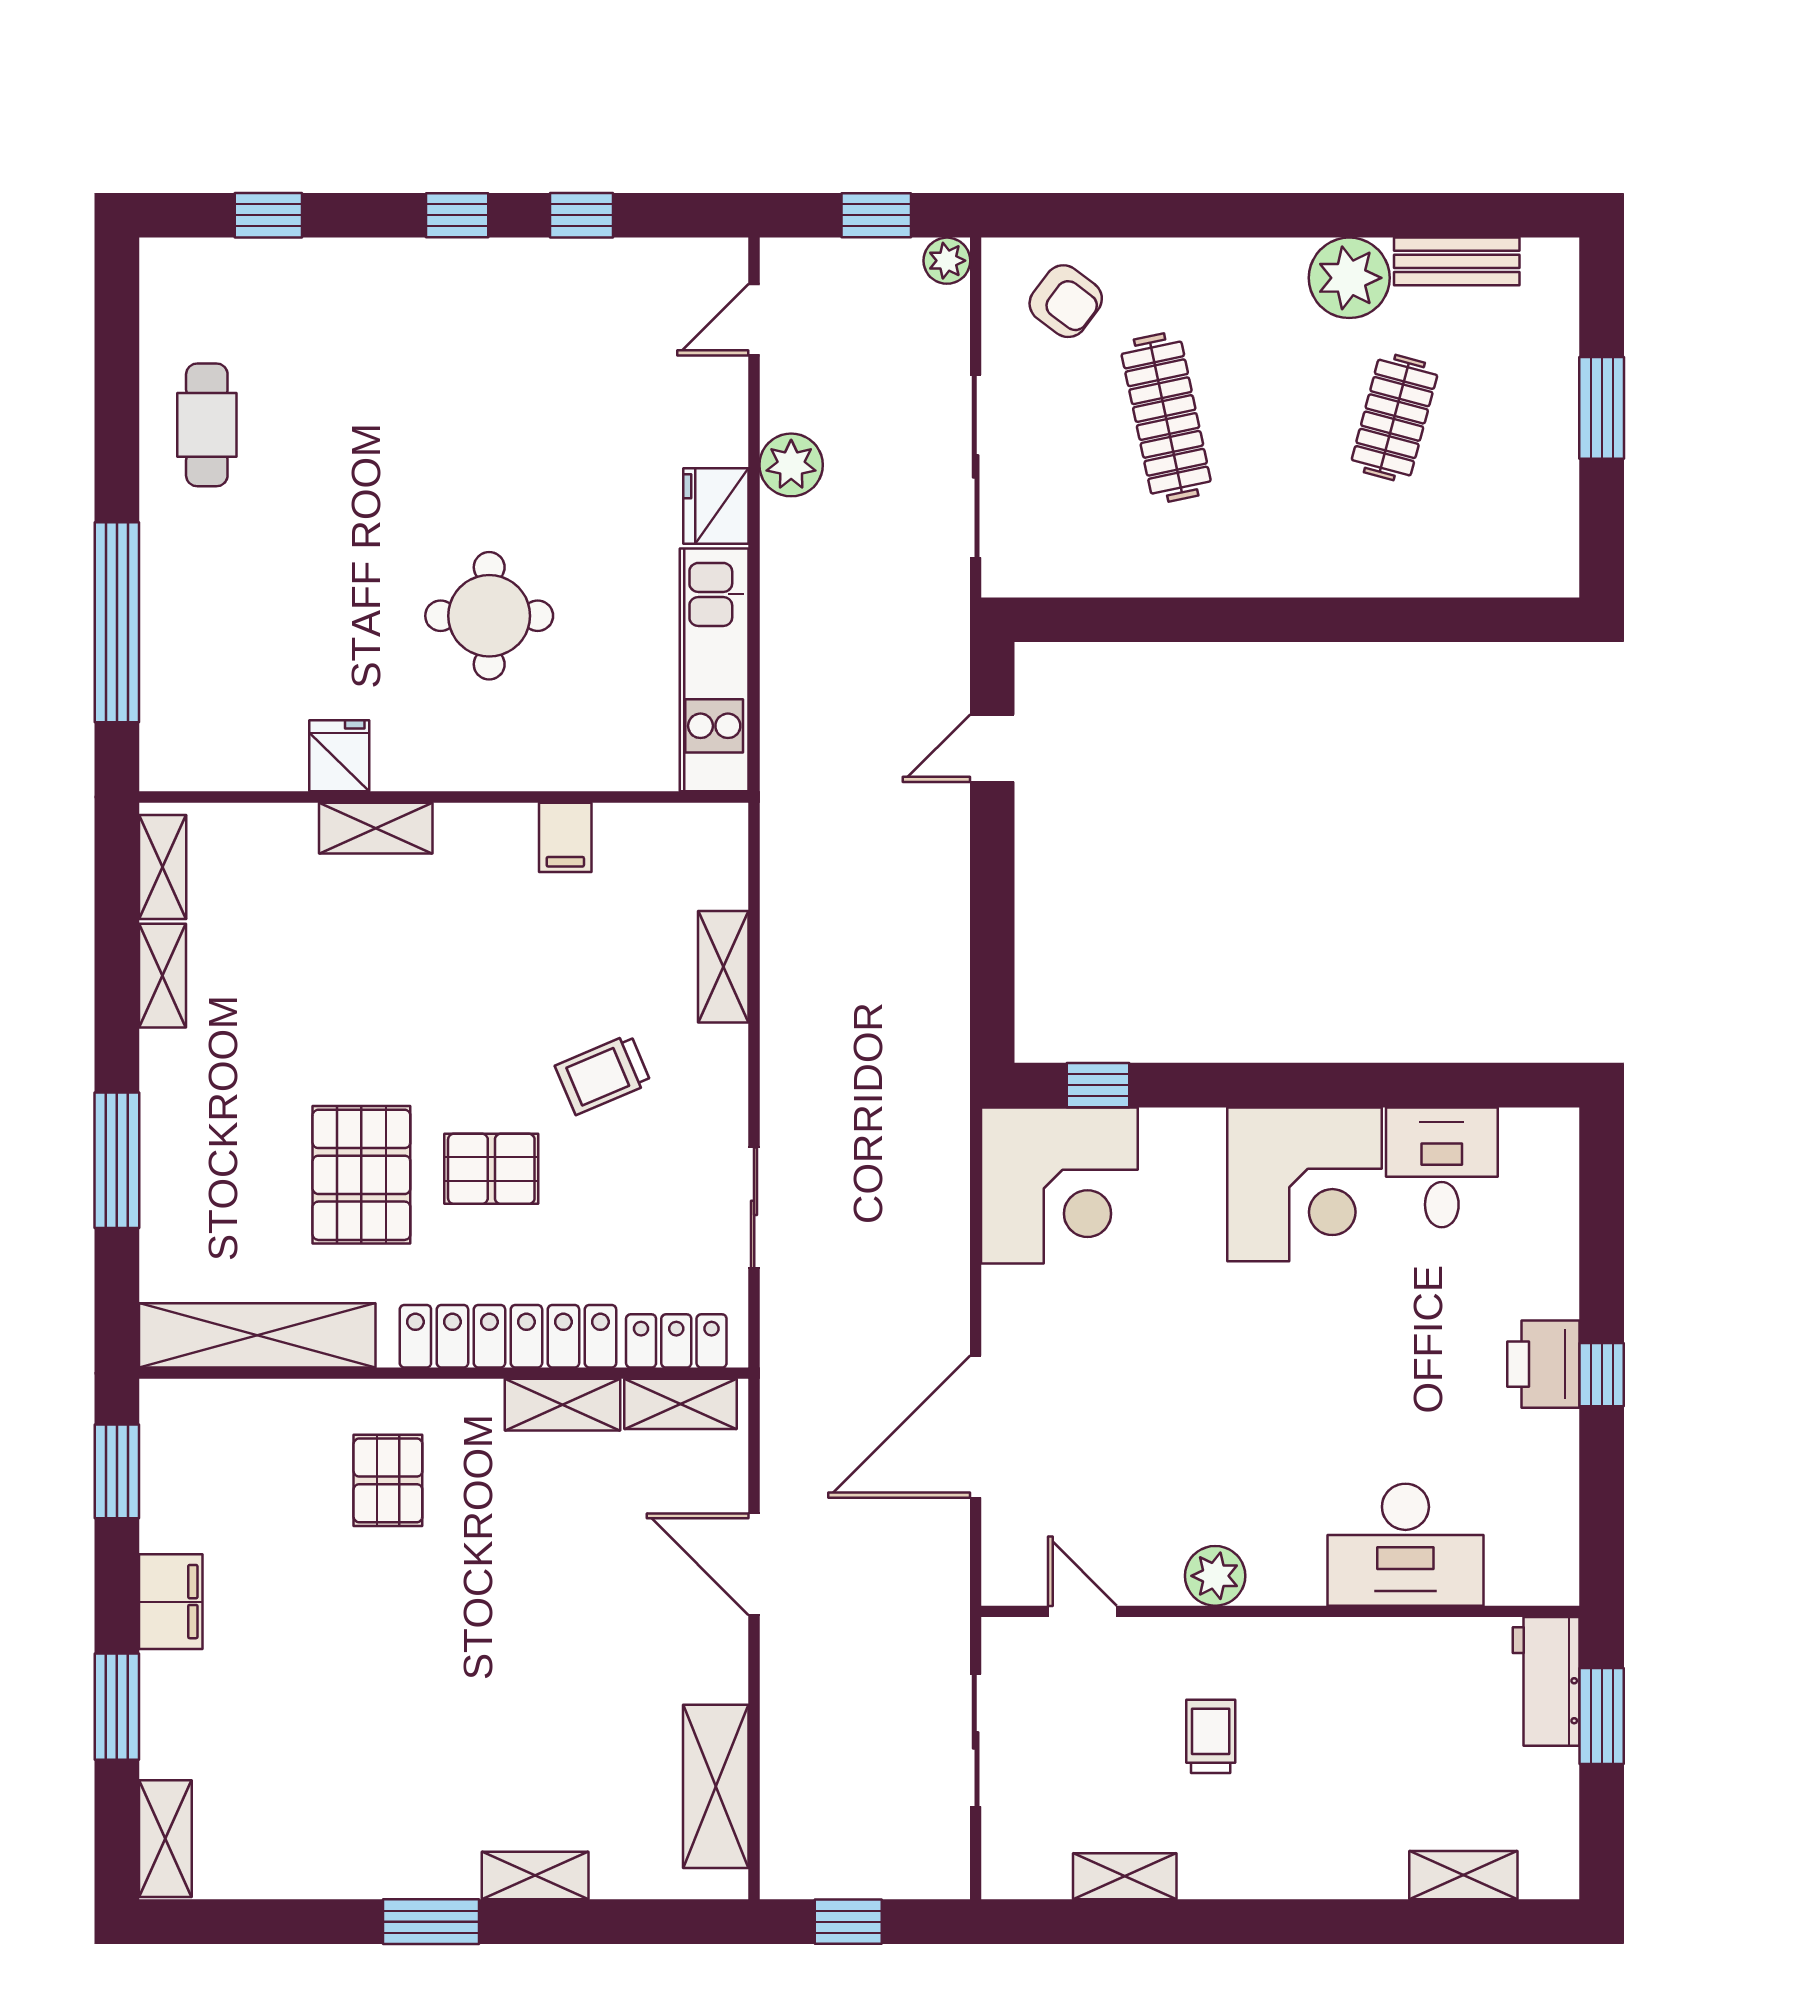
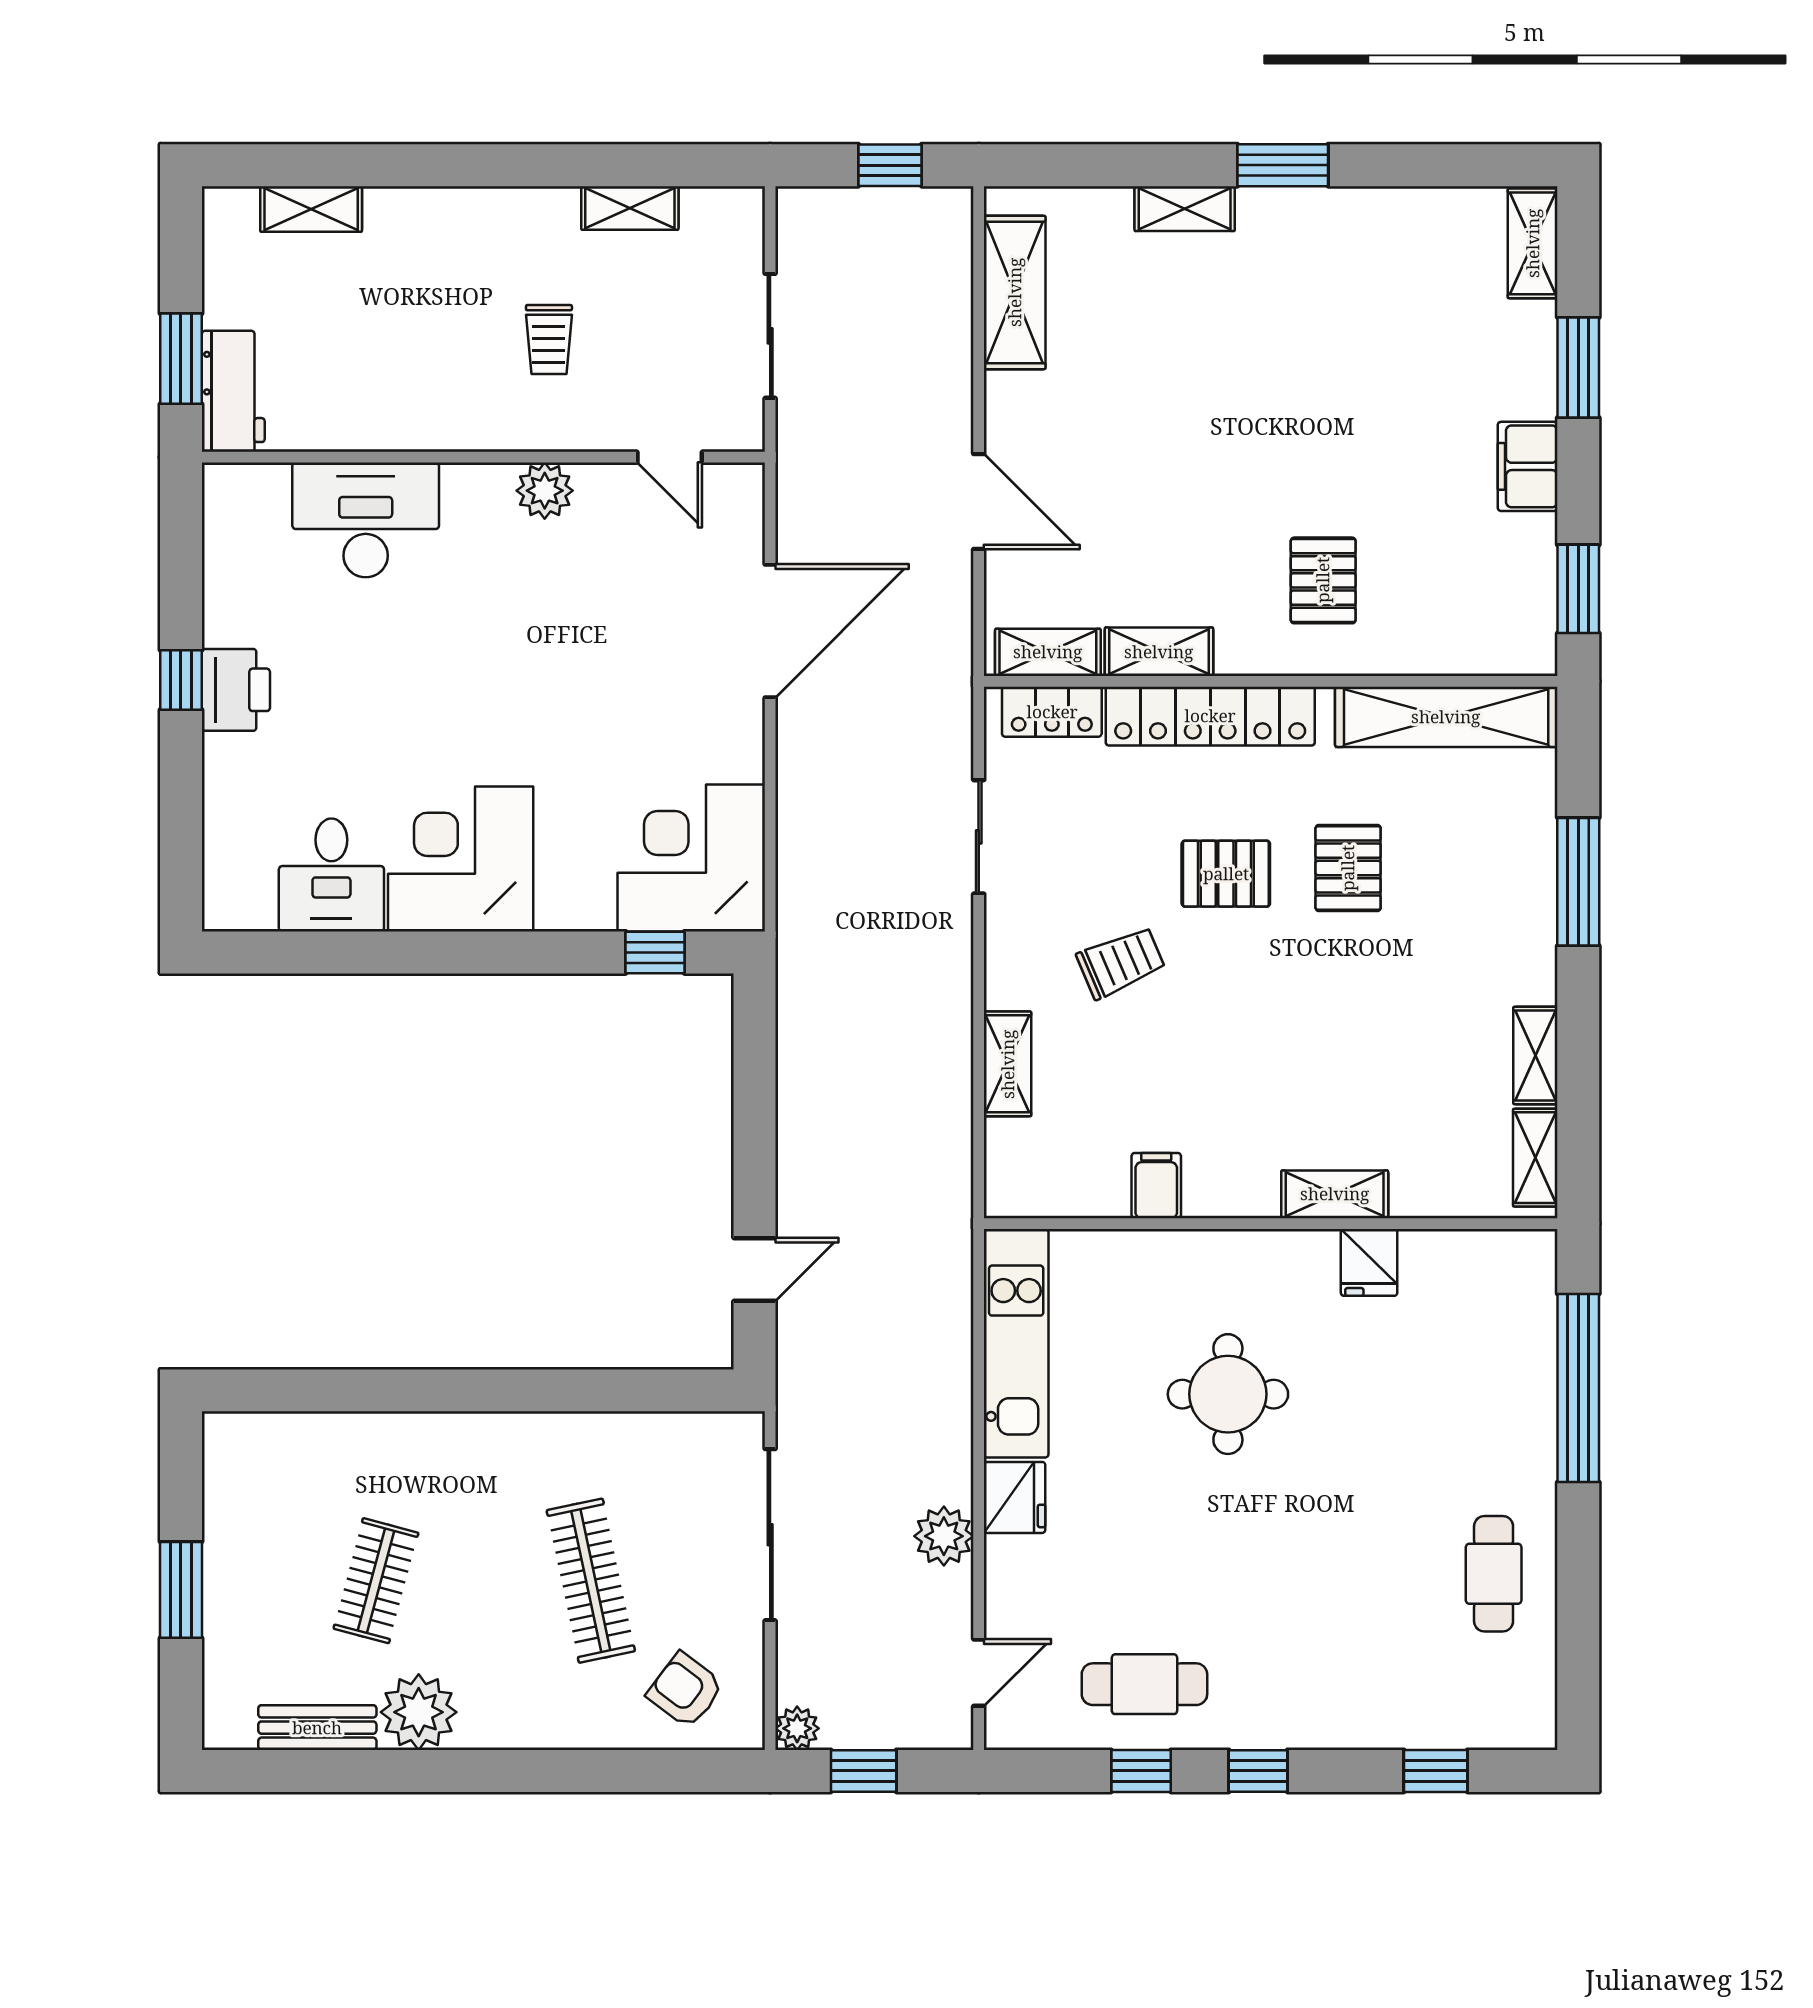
cafe table: (578, 308) -> (1144, 1684), added
pallet: (361, 1175) -> (1348, 868), width x0.67, depth x0.71

